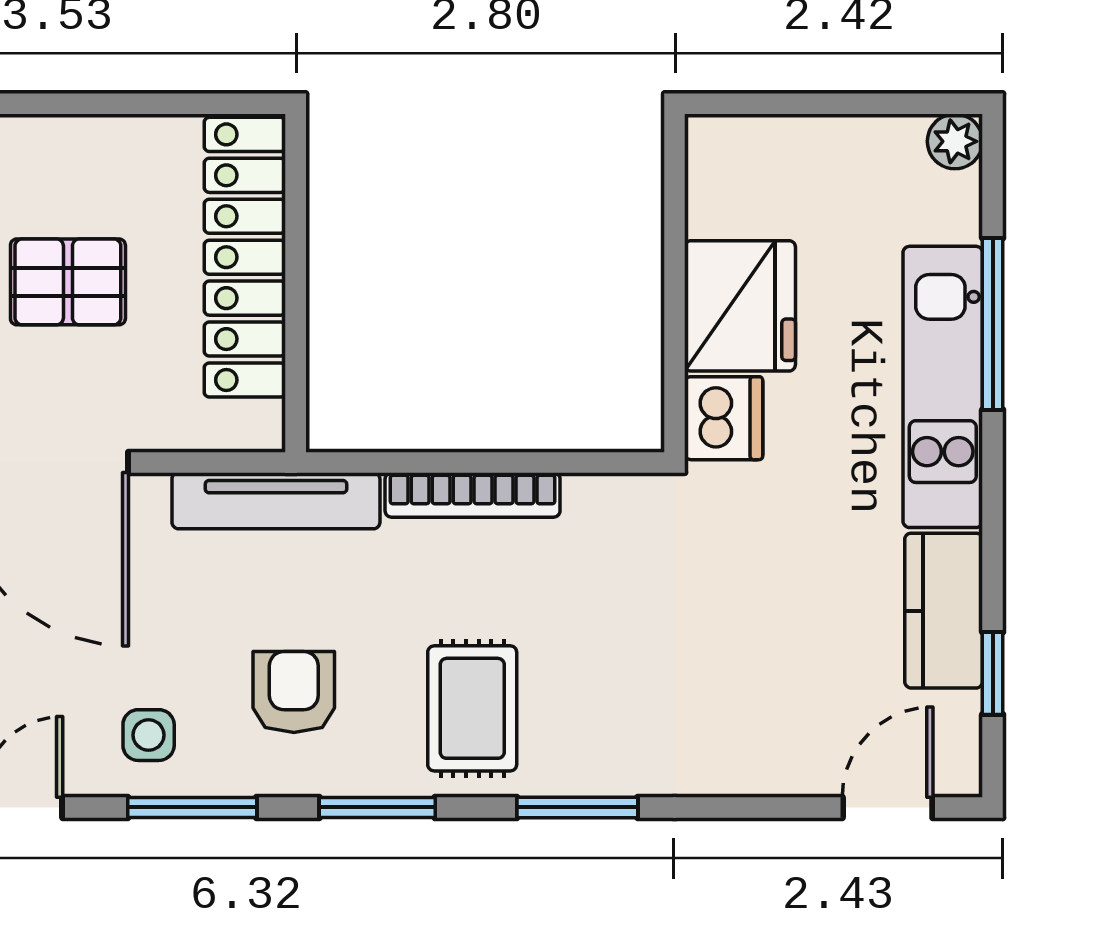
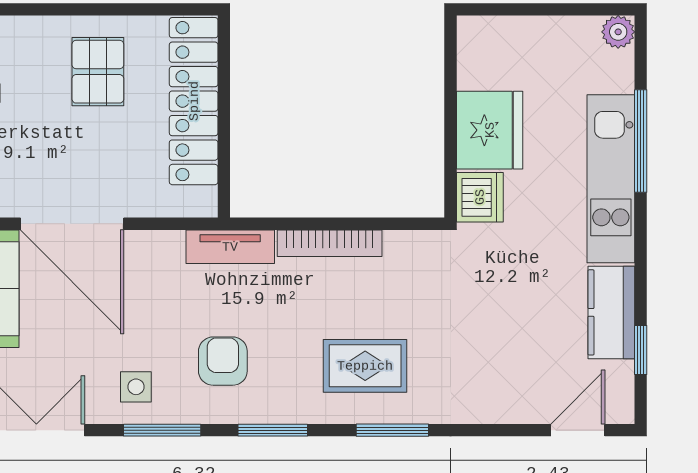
pallet: (68, 282) -> (98, 72), moved, turned 90
tv unit: (276, 501) -> (230, 247), width x0.71
rug: (472, 708) -> (365, 366), moved, turned 90

